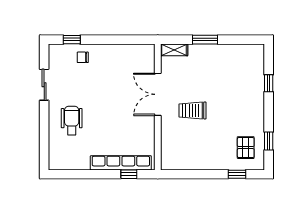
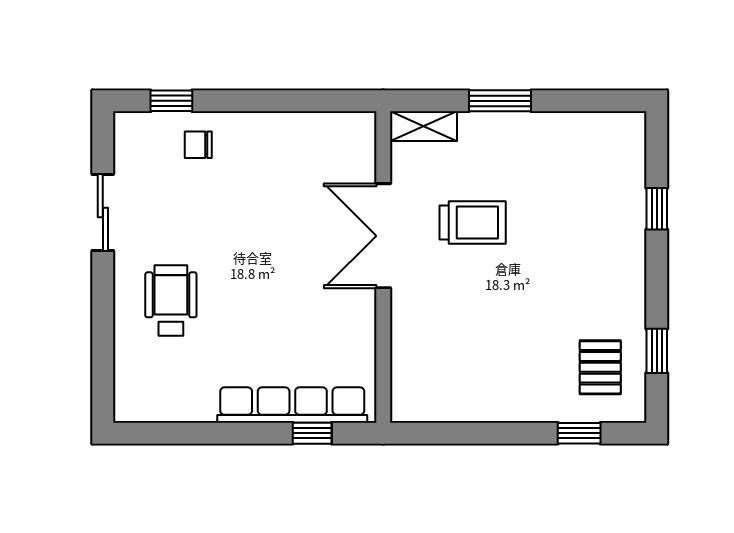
trolley: (193, 110) -> (473, 222), moved, turned 180

